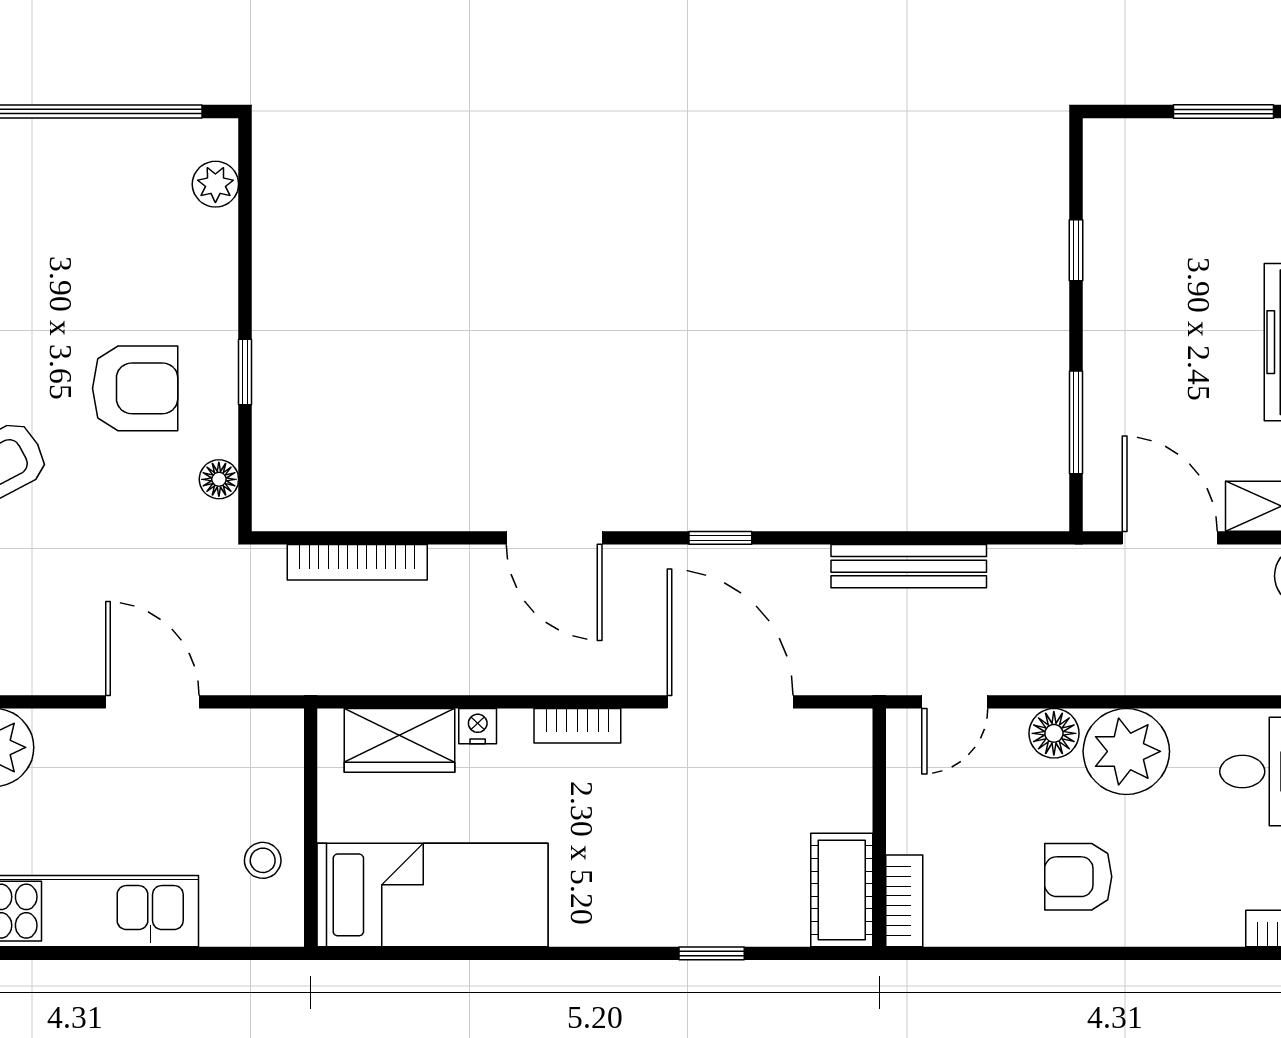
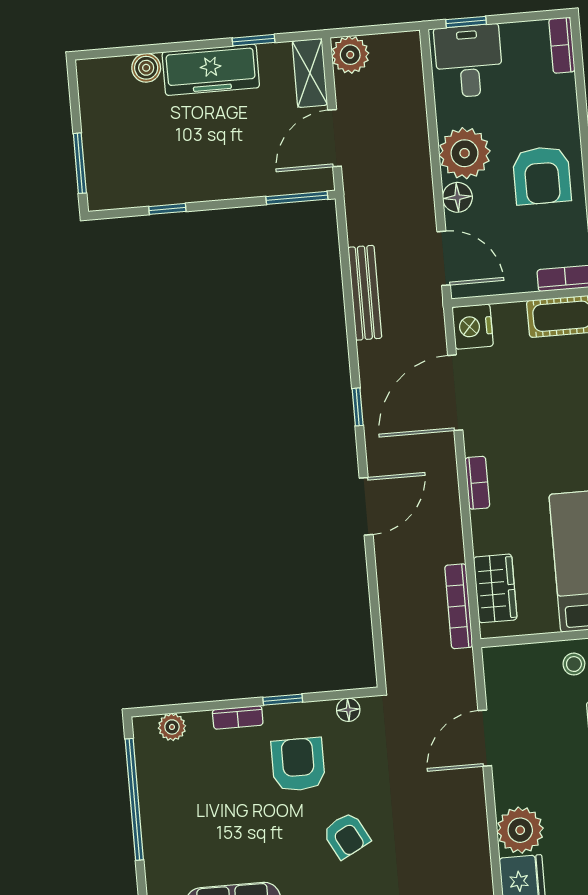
window: (1223, 111) -> (80, 163), moved
bookcase: (222, 295) -> (238, 717), added
window: (1076, 422) -> (297, 198), moved
bookcase: (357, 562) -> (459, 606), moved, turned 180
door: (955, 702) -> (444, 258), width x1.38
nightstand: (478, 726) -> (473, 327), moved, width x1.89, depth x1.79
armchair: (1078, 877) -> (542, 176), width x1.38, depth x1.38

